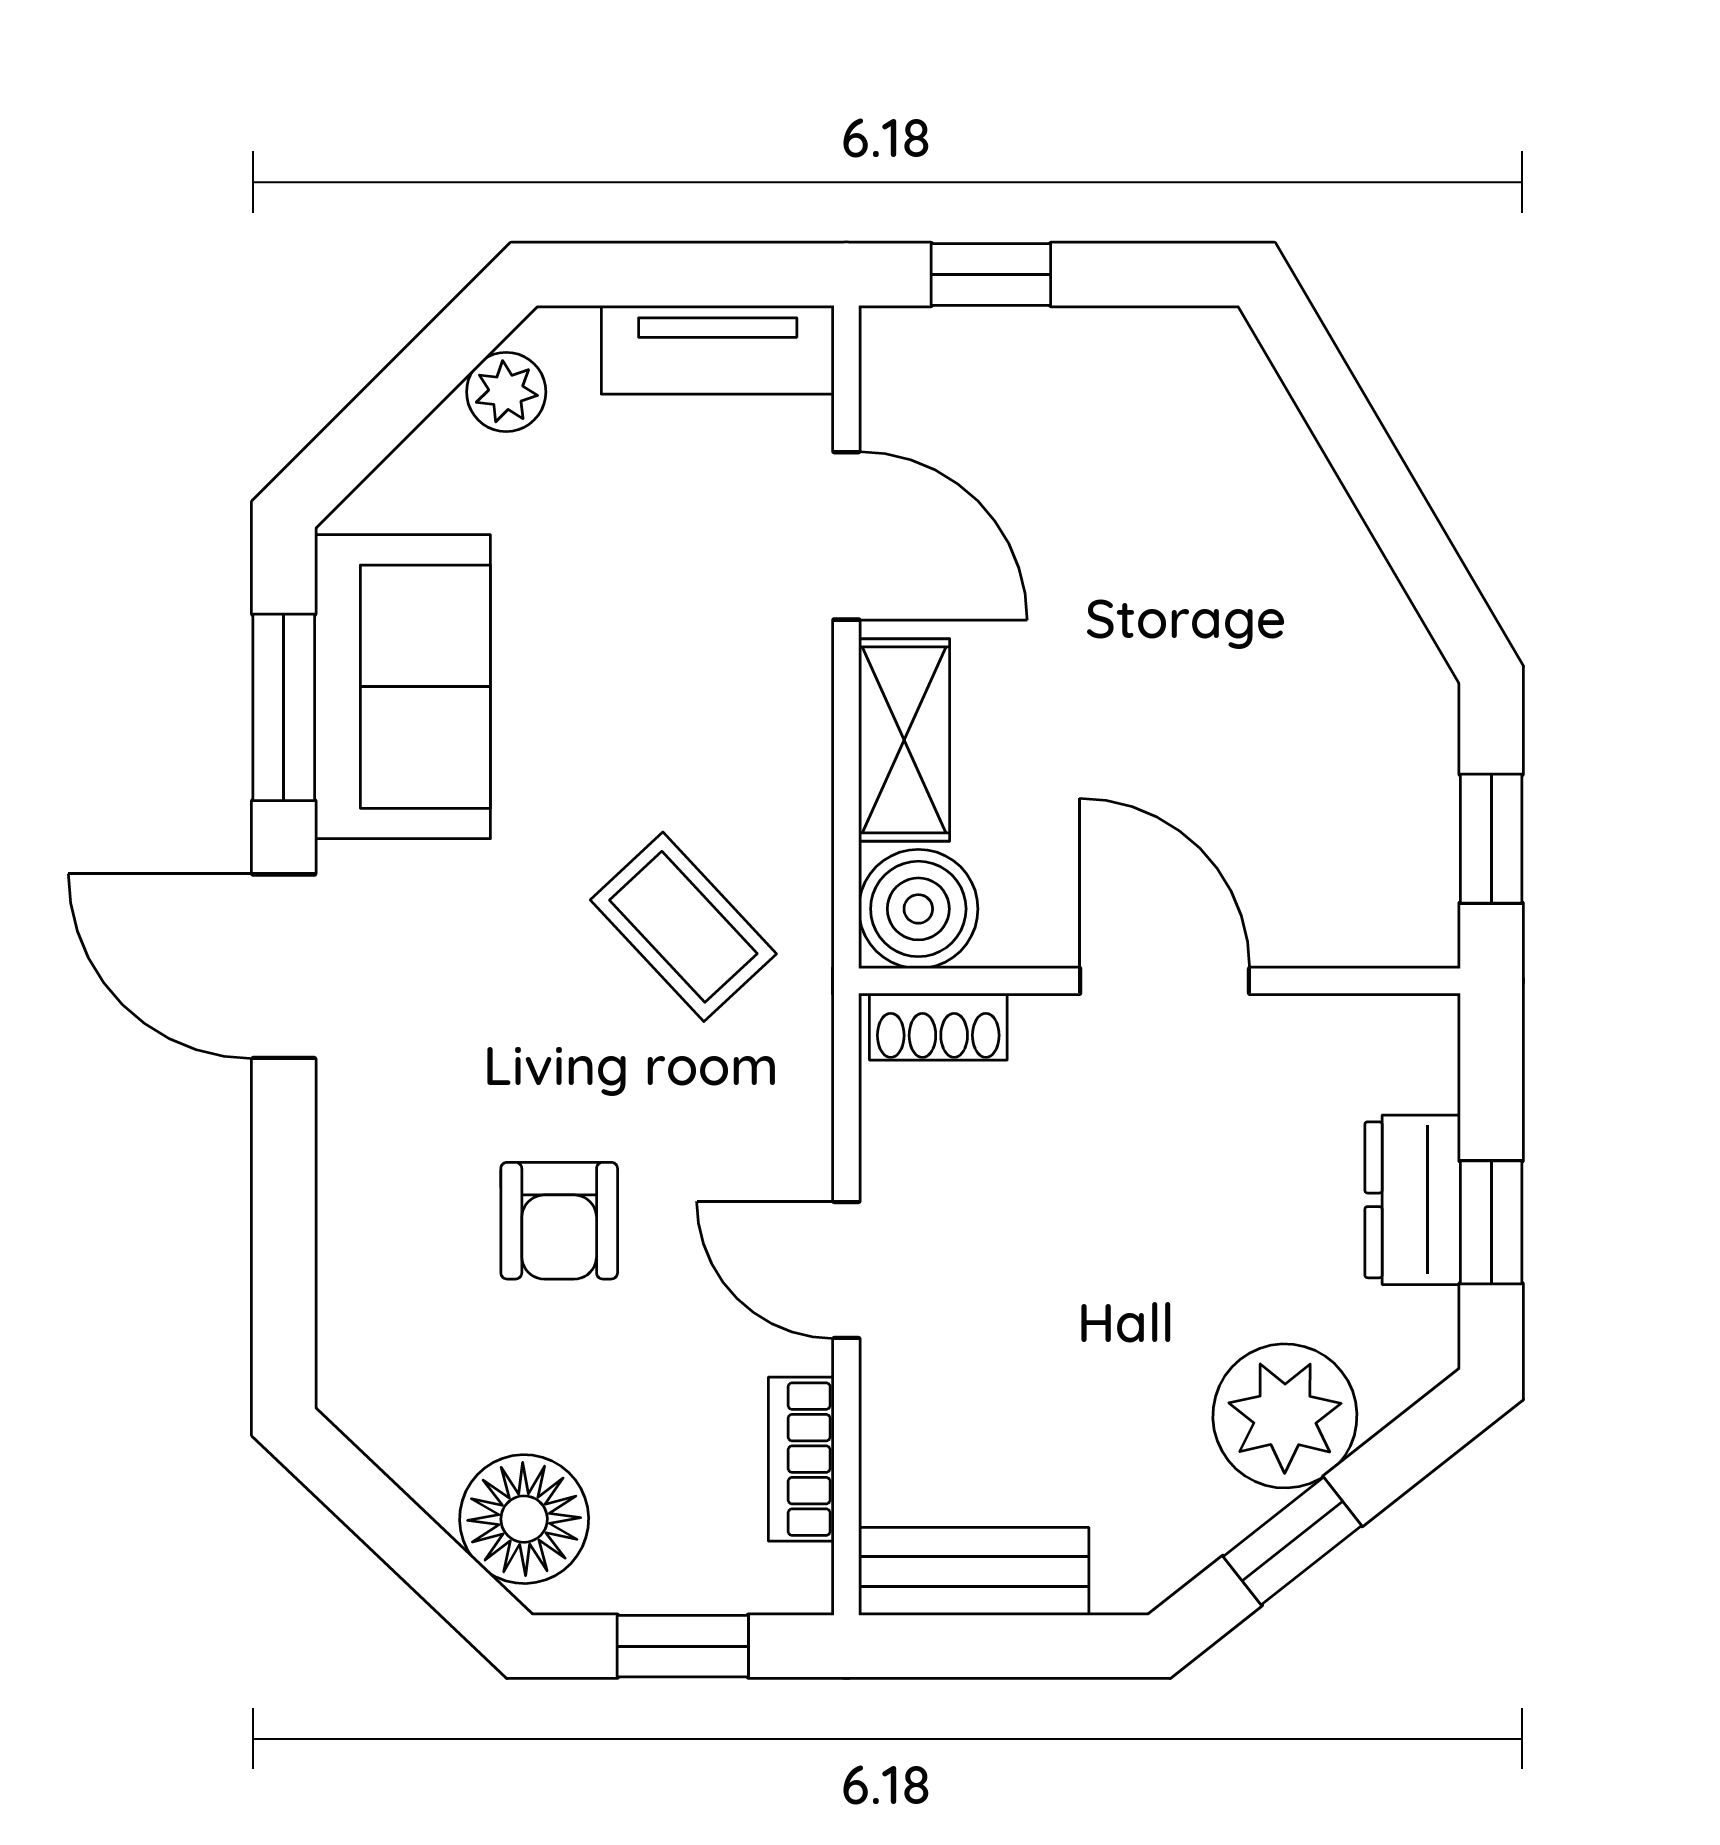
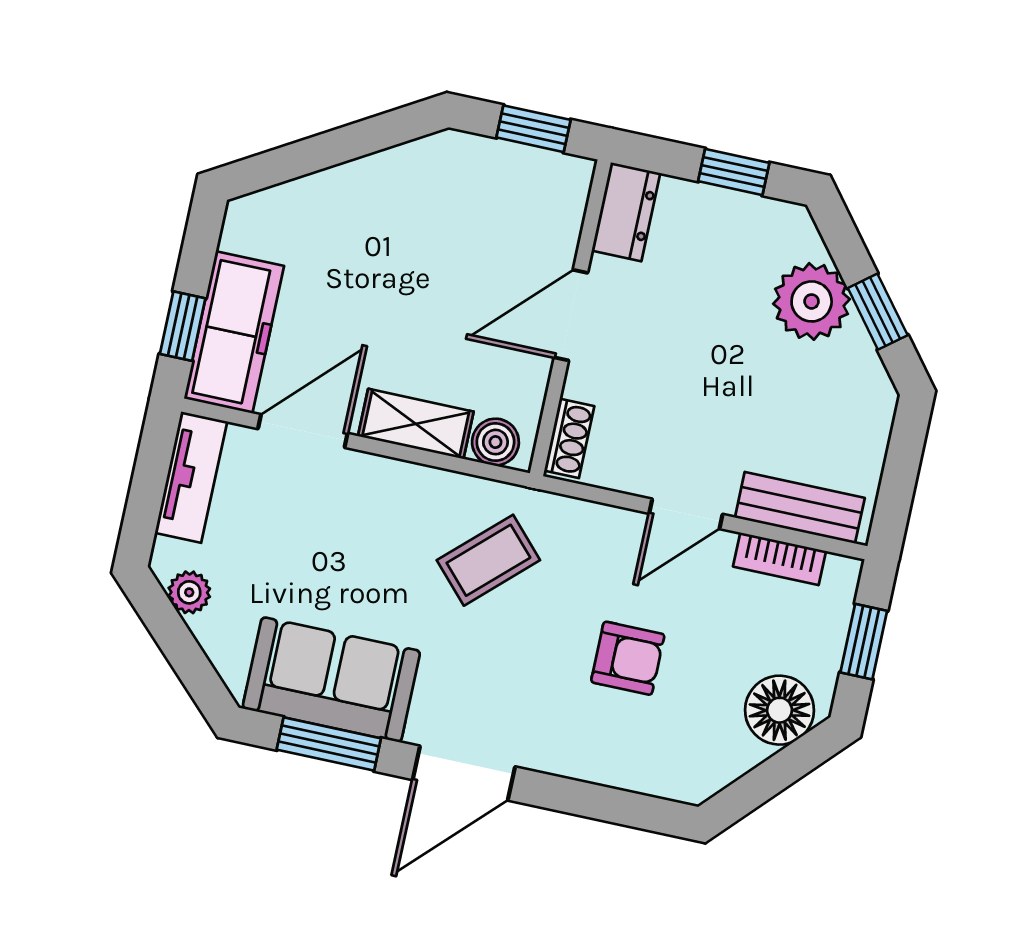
freezer: (1000, 371) -> (234, 332), added
boiler: (918, 909) -> (495, 442), width x0.73, depth x0.73
dresser: (1413, 1200) -> (626, 212), moved, turned -90
bench: (974, 1571) -> (800, 508), moved, turned 90

